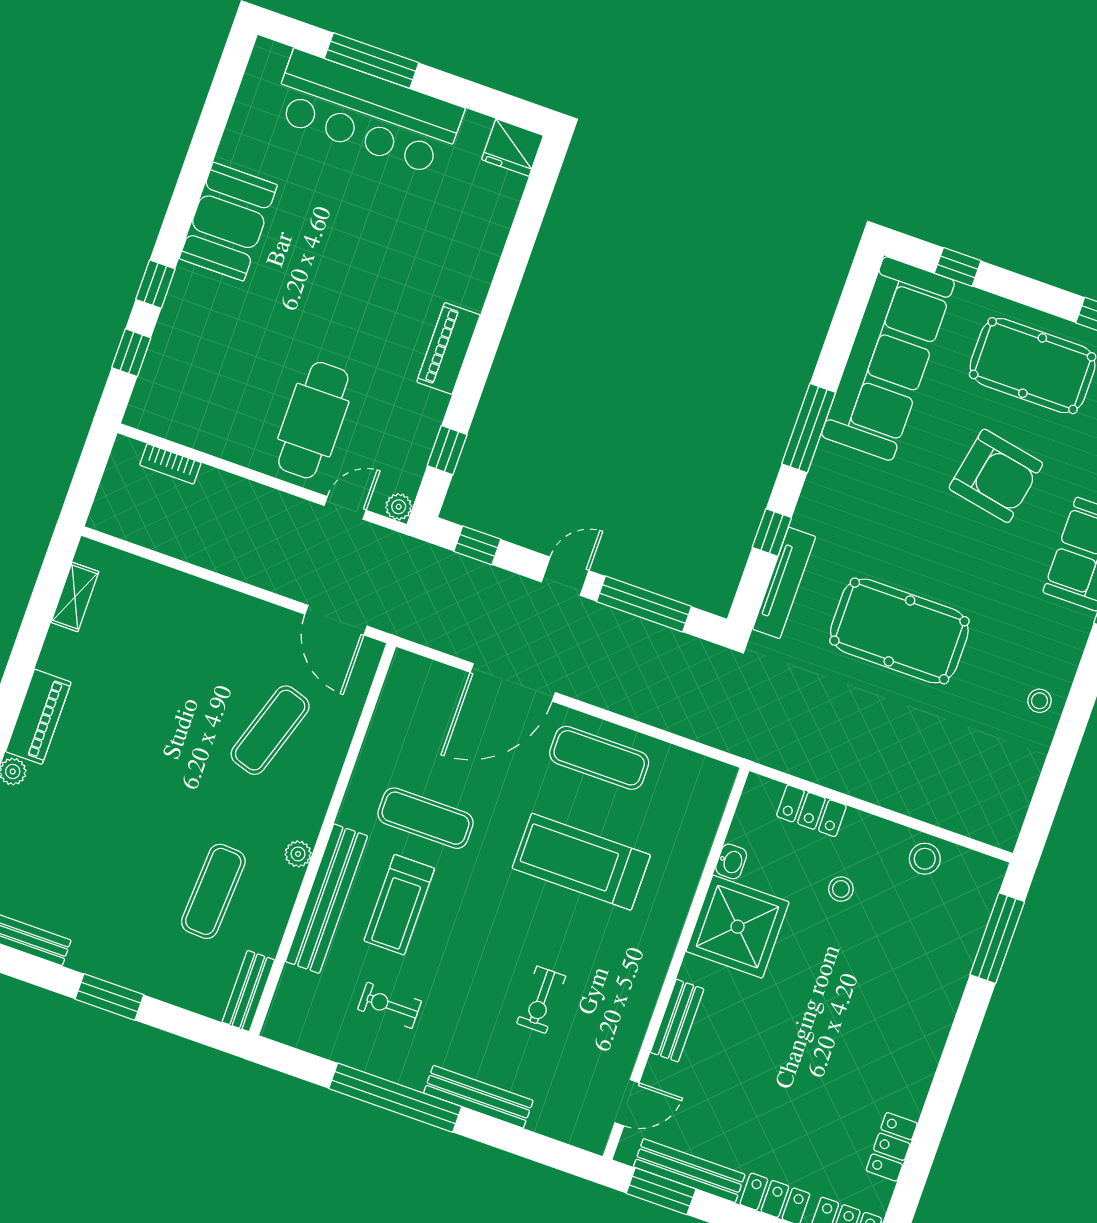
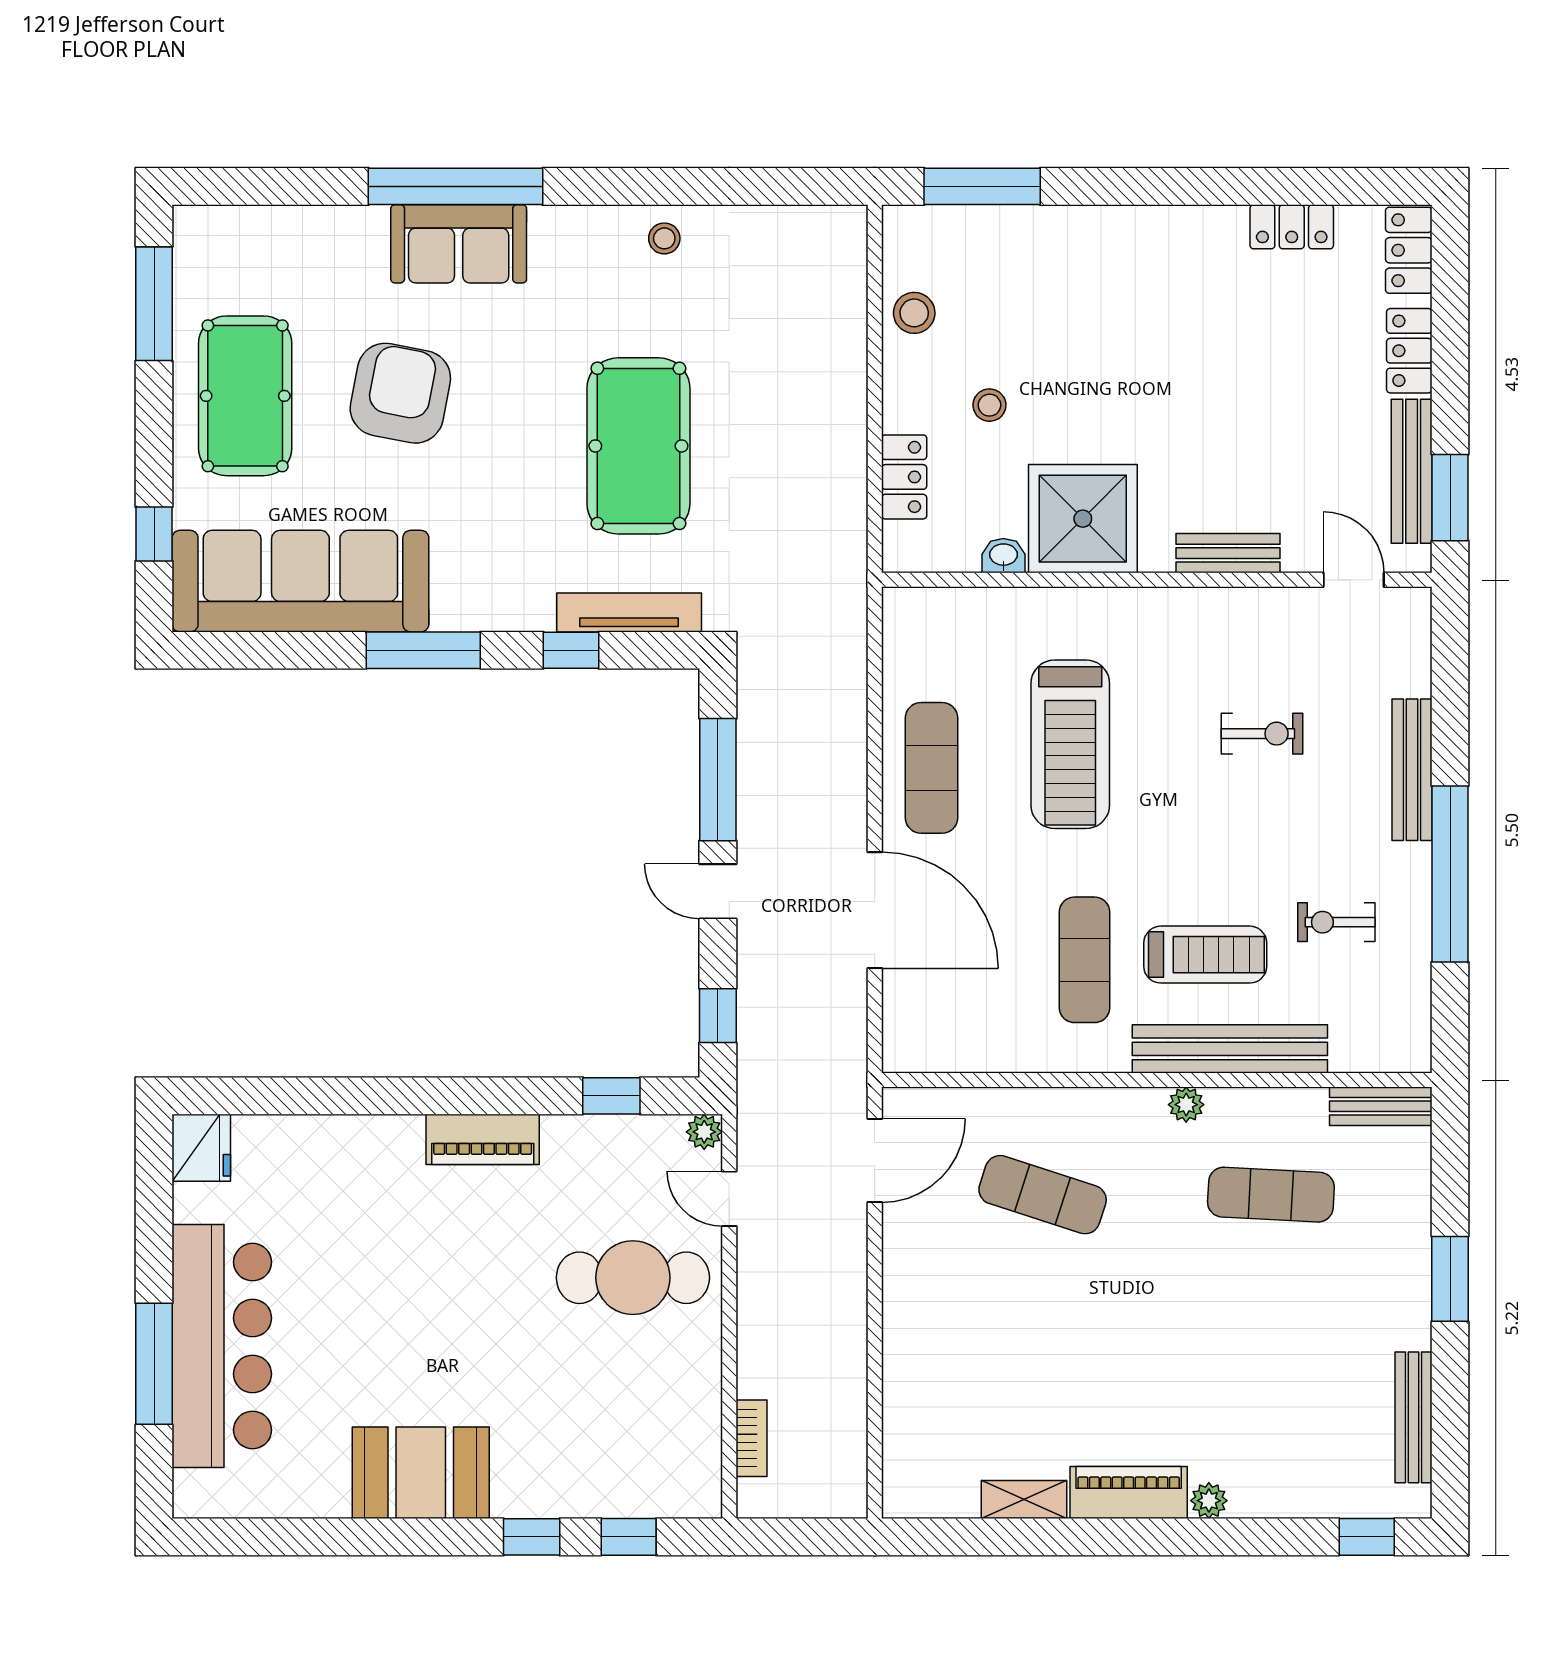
shelving: (75, 597) -> (1024, 1500), moved
exercise bike: (389, 1005) -> (1336, 922), turned 90

